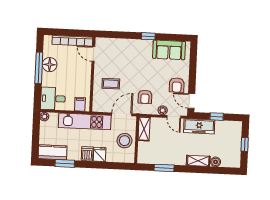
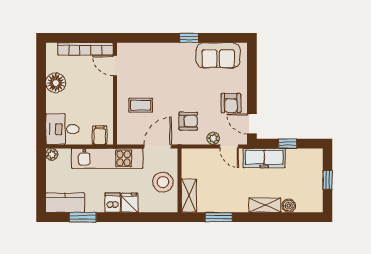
window: (39, 68) -> (41, 88), removed
armchair: (145, 97) -> (188, 121), turned -90
shelving: (144, 129) -> (189, 195), moved

